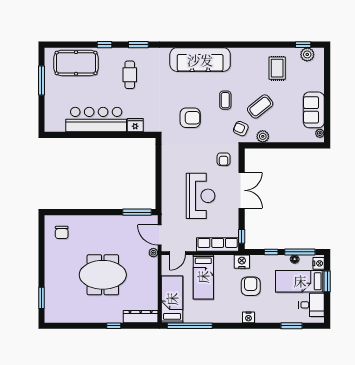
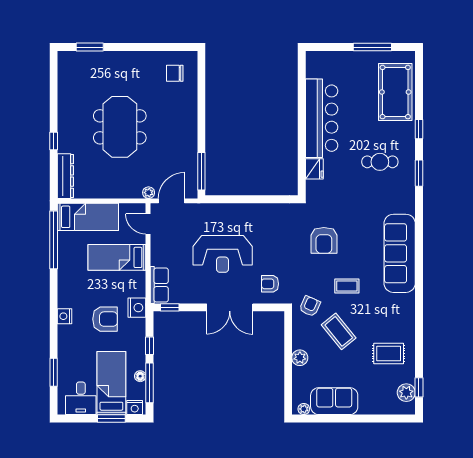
plant: (263, 136) -> (300, 358), moved
row of seats: (218, 245) -> (159, 285), width x0.68

